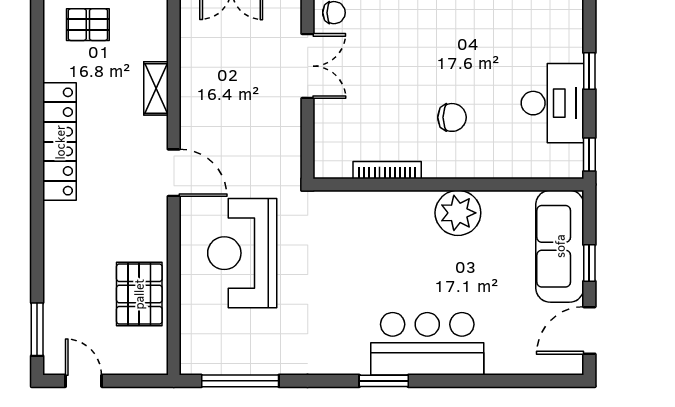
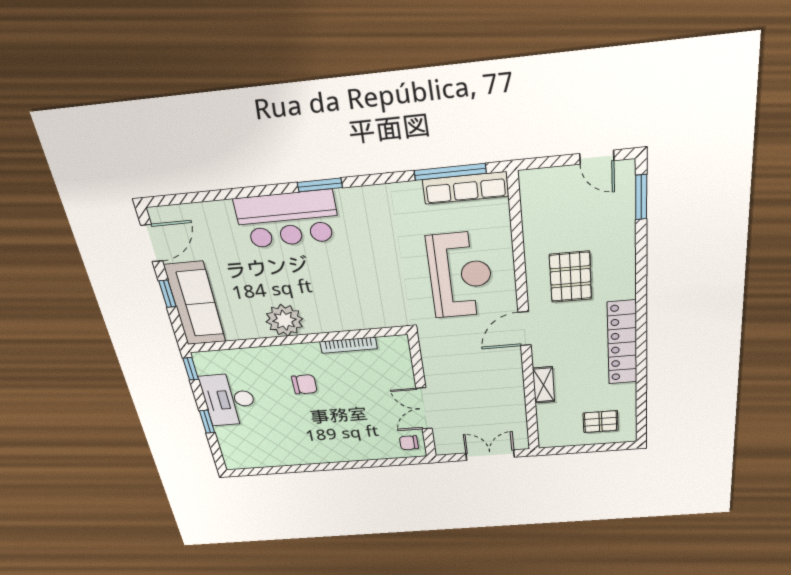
chair: (452, 117) -> (304, 384), turned 180
door: (174, 173) -> (525, 329), hinge flipped
pallet: (139, 294) -> (570, 277), moved
row of seats: (226, 360) -> (465, 188), added

